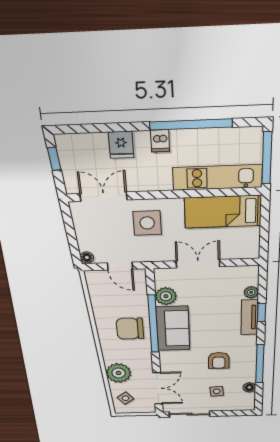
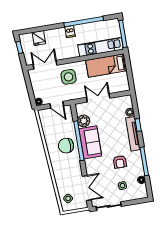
fridge: (121, 145) -> (39, 38), moved
tv unit: (250, 317) -> (133, 134), width x1.41
plant: (119, 373) -> (62, 179), removed

